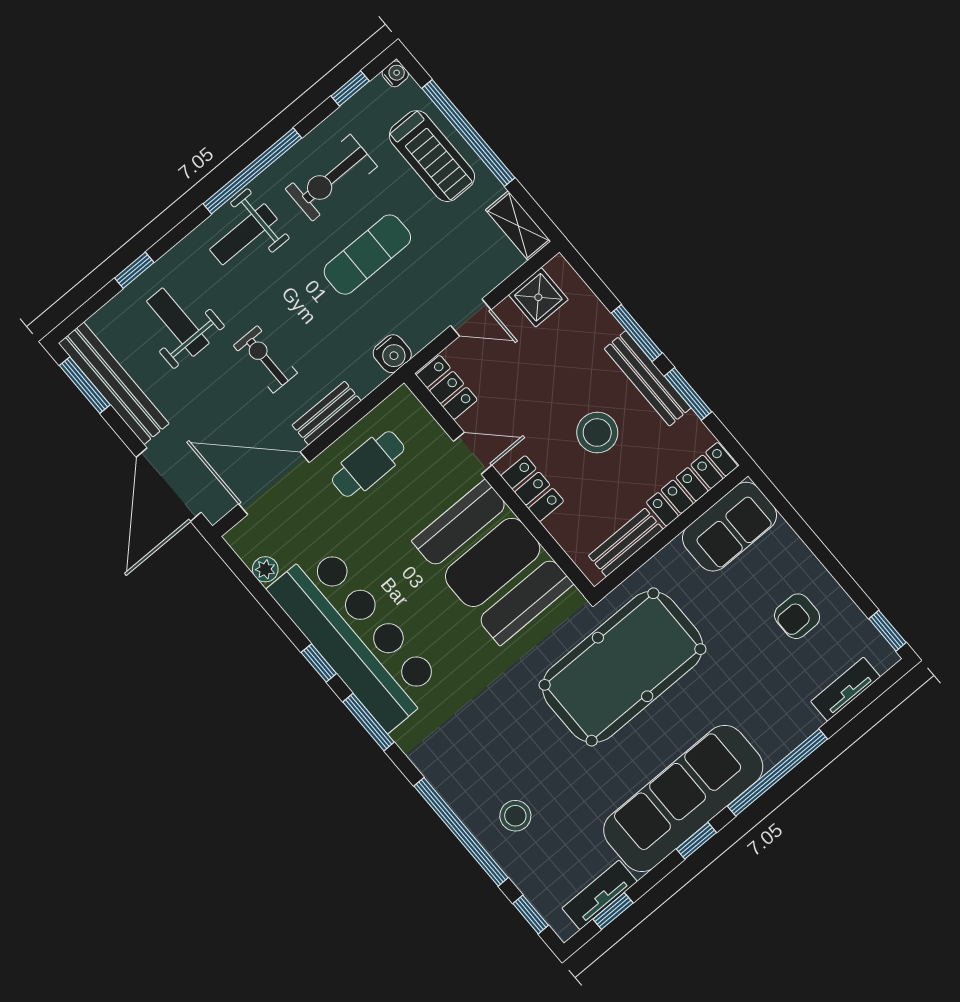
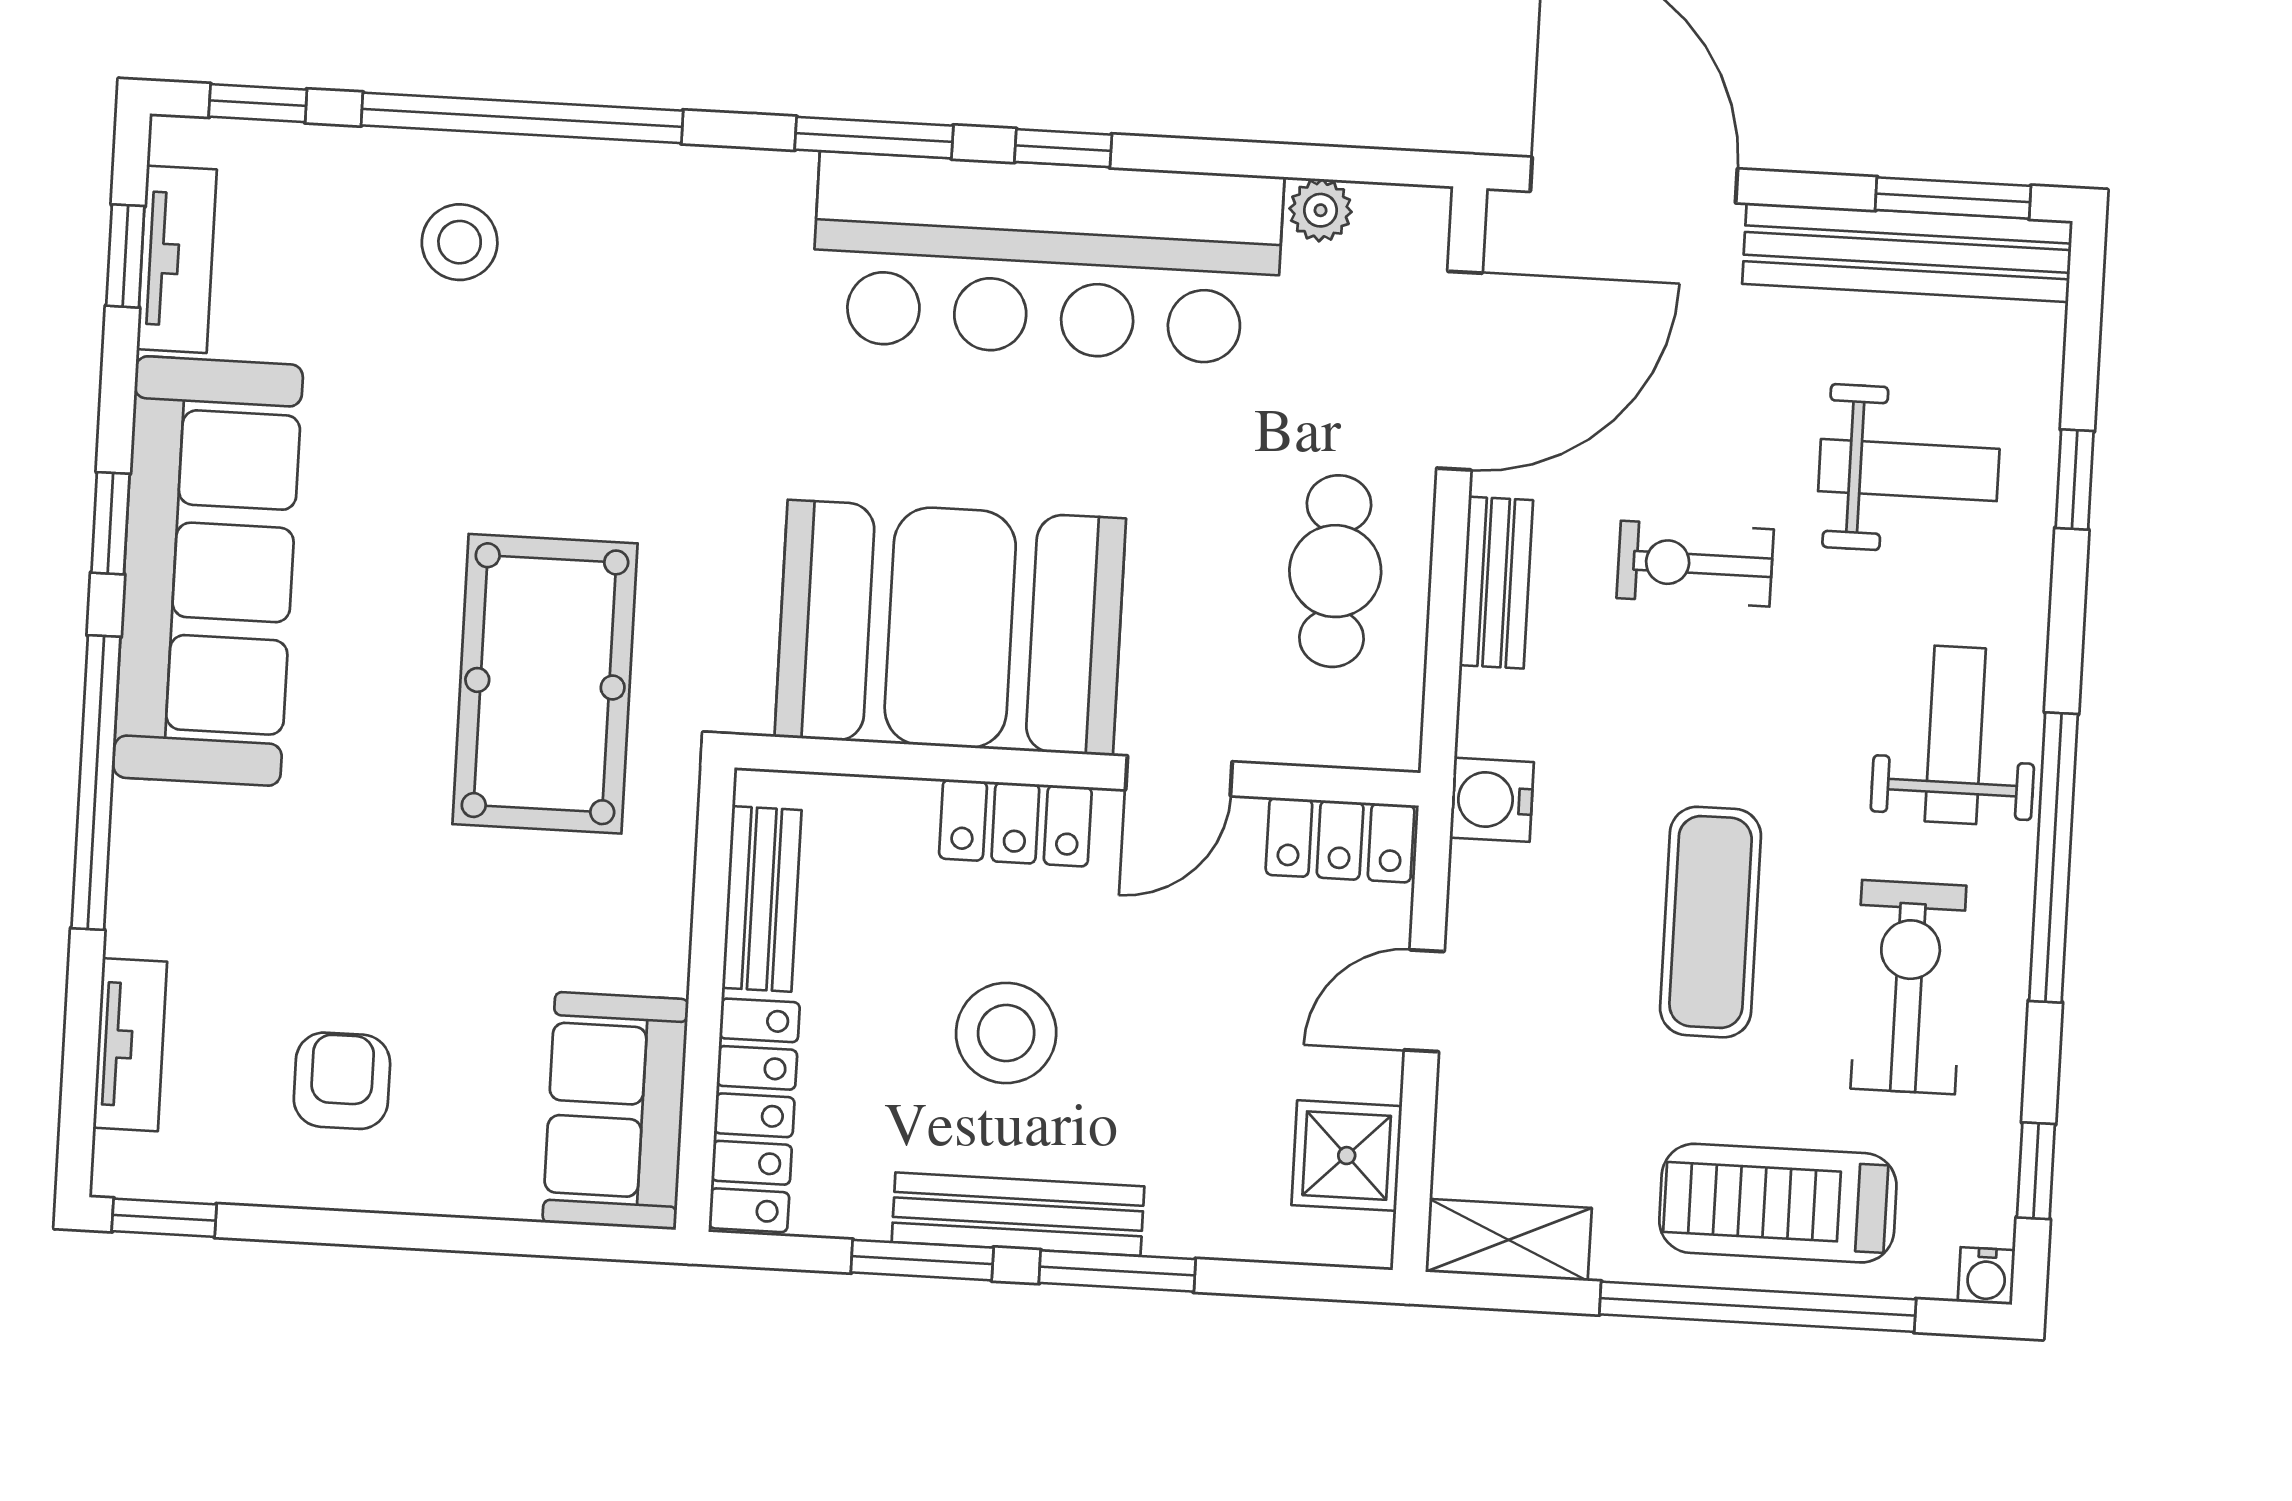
exercise bike: (265, 359) -> (1695, 564), turned 180
pool table: (623, 667) -> (545, 684), width x0.73, depth x0.76

